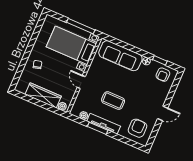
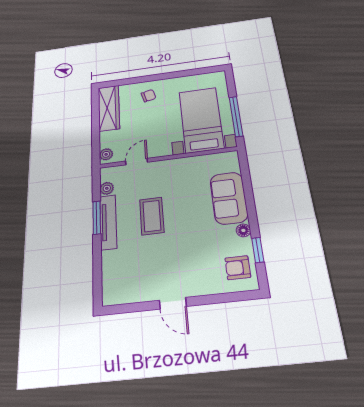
sofa: (120, 56) -> (229, 198), width x0.73
door: (81, 82) -> (136, 162), moved
wardrobe: (43, 95) -> (109, 108), moved
armchair: (138, 128) -> (127, 276), removed

